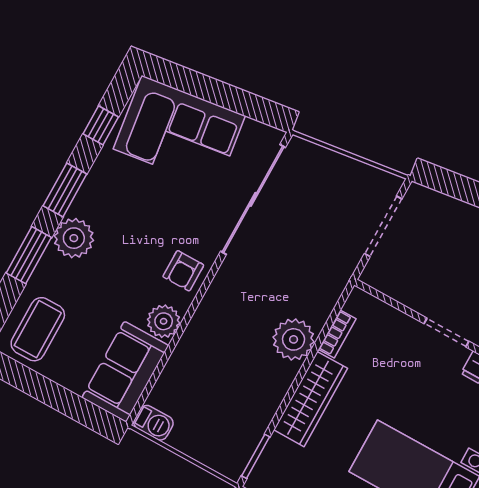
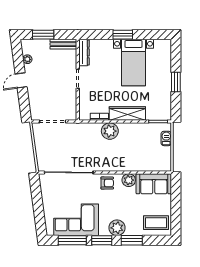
window: (101, 125) -> (72, 240), width x2.17
corner sofa: (179, 132) -> (76, 220), moved, turned -82
barbecue: (153, 423) -> (166, 138), moved

